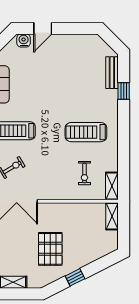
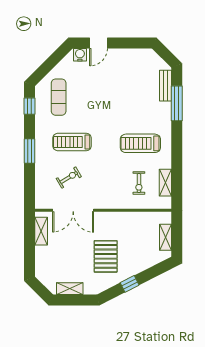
window: (124, 91) -> (177, 103), width x2.17
shelving: (112, 186) -> (165, 183), moved
shelving: (112, 216) -> (165, 237), moved

